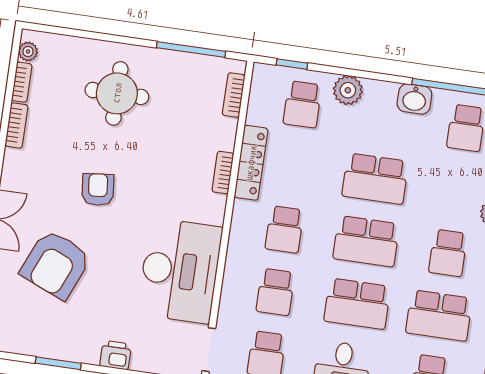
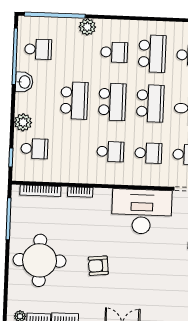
round table: (117, 93) -> (40, 260), width x1.36, depth x1.36
bookcase: (234, 95) -> (40, 191), width x1.56
locker: (251, 163) -> (73, 176), removed
armchair: (56, 264) -> (146, 286), removed

